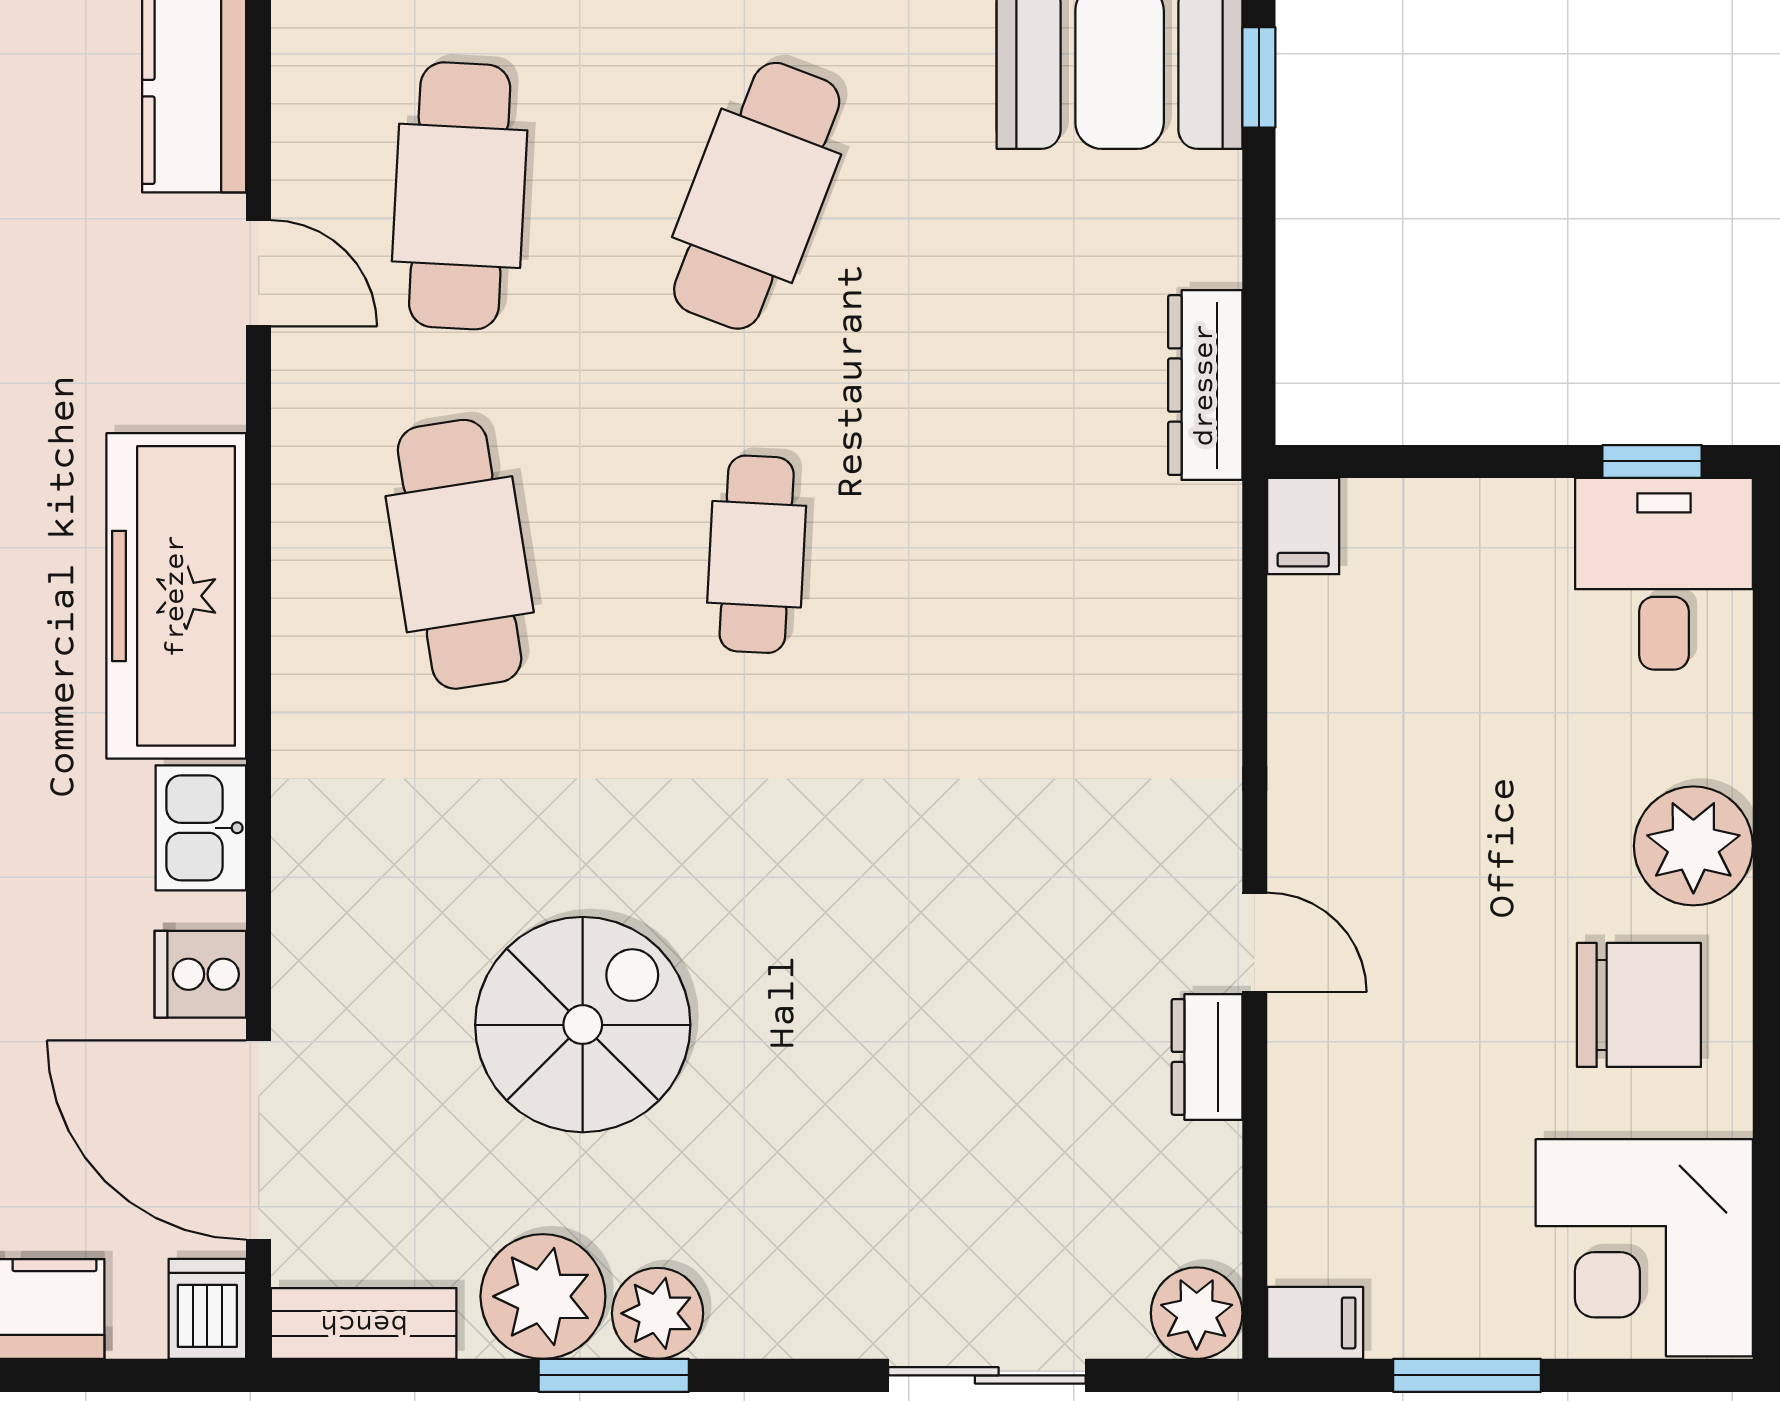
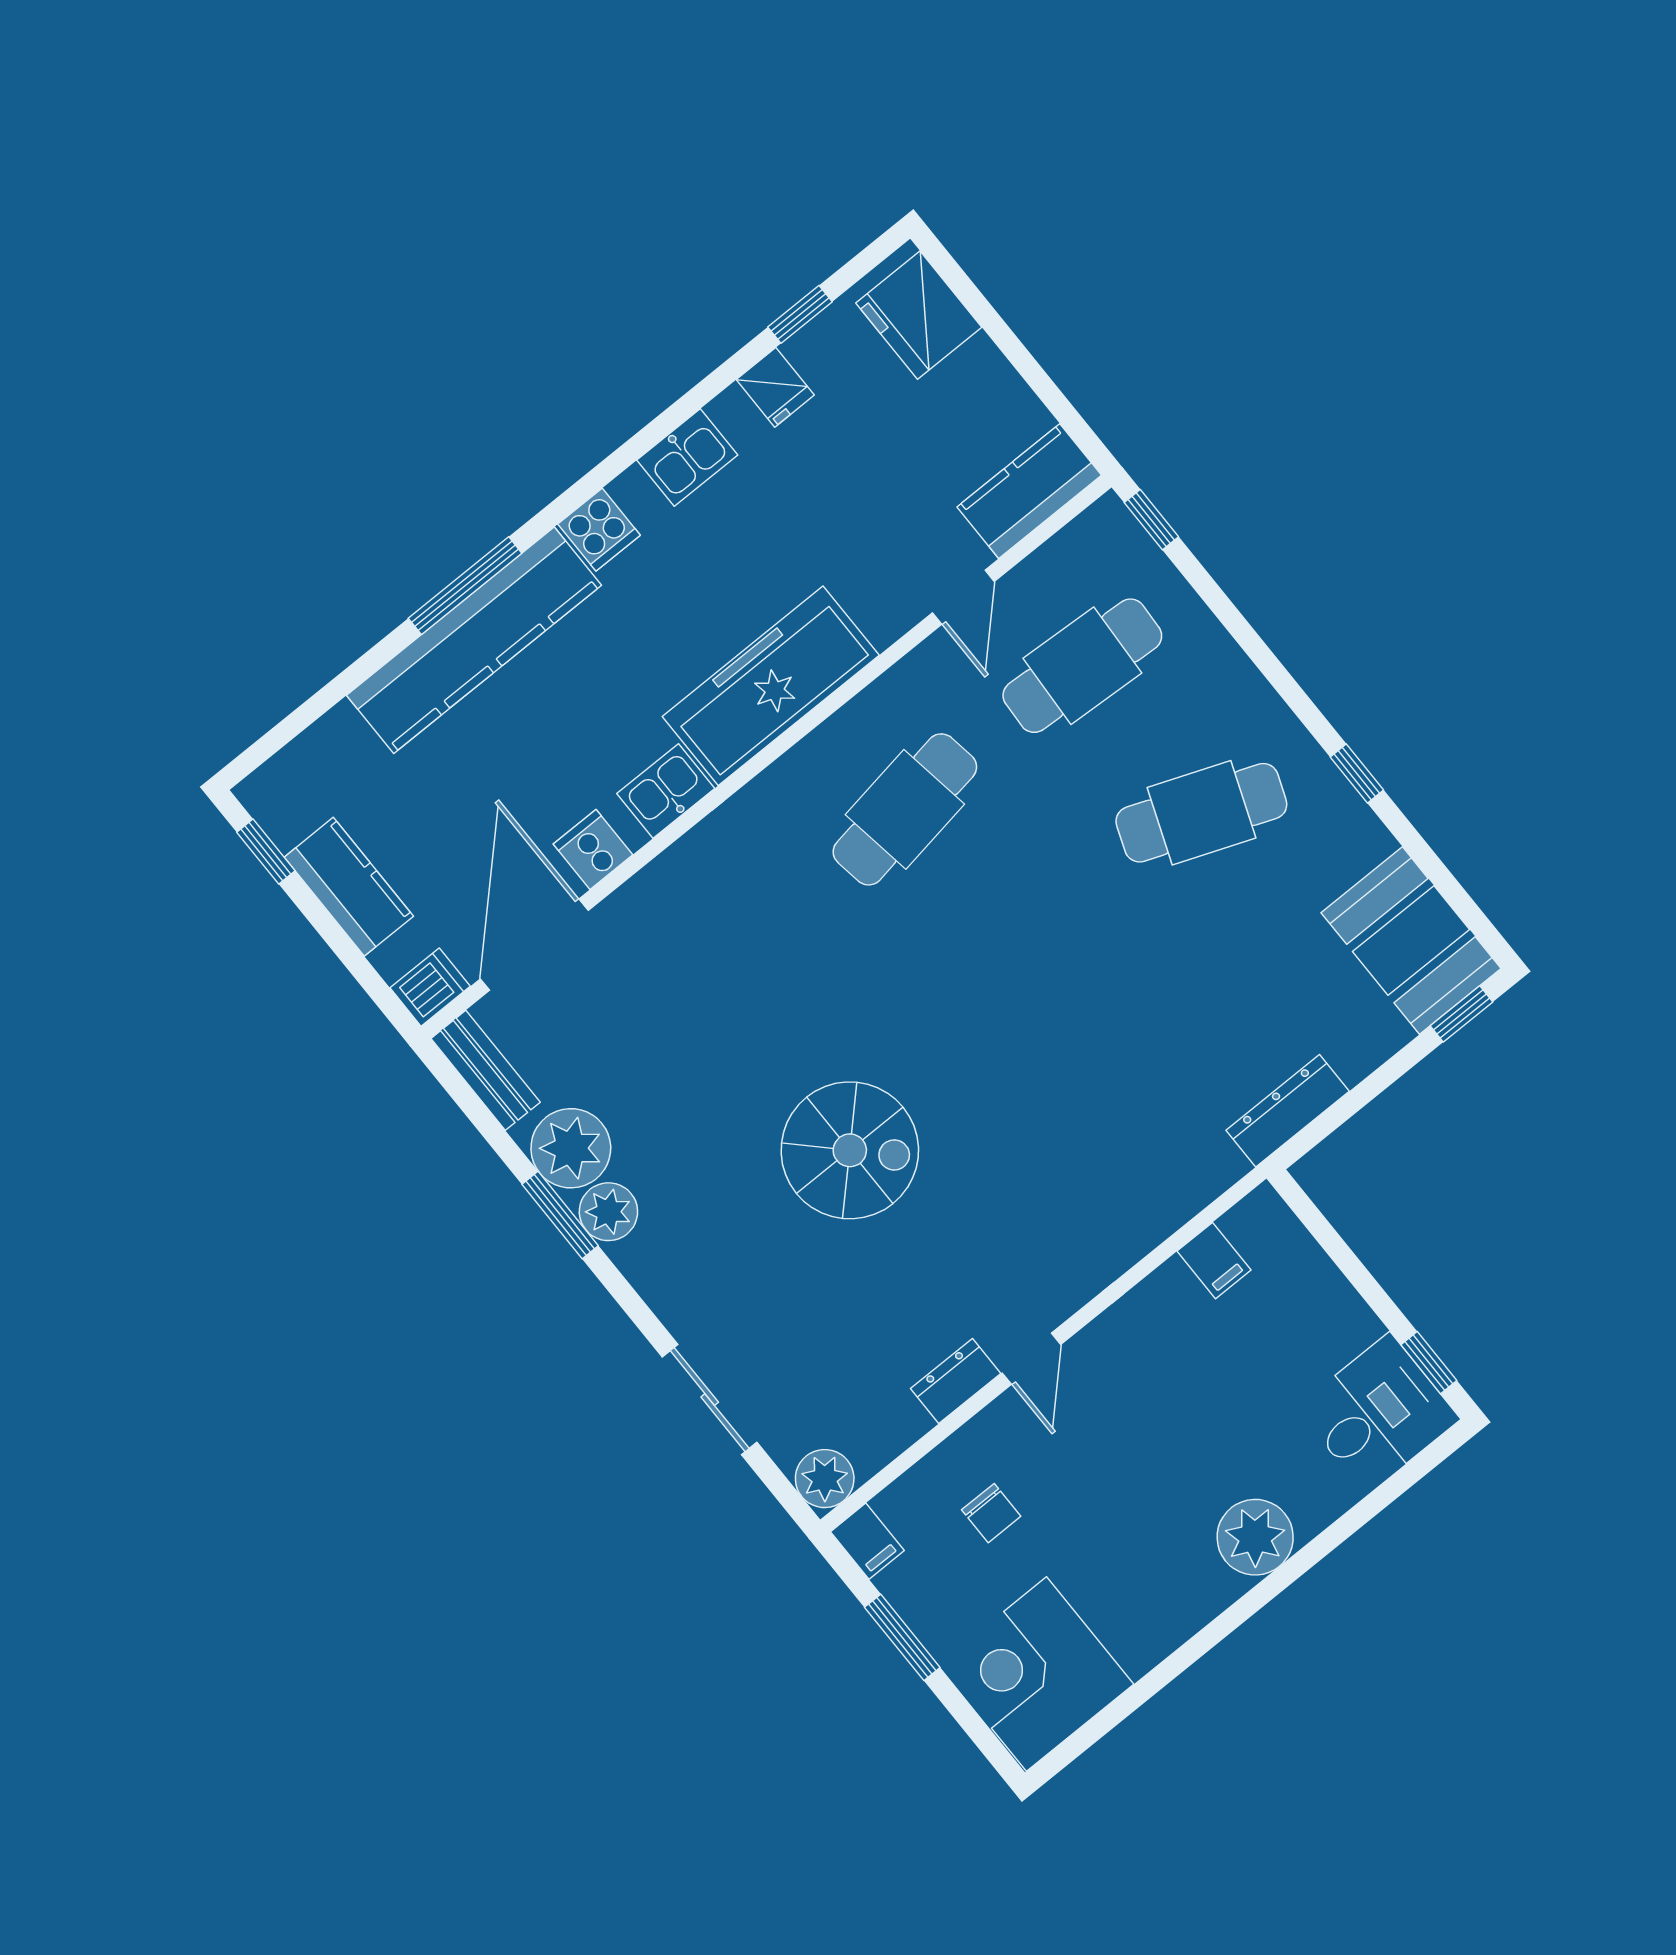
filing cabinet: (1303, 526) -> (1214, 1261), moved, turned -90
cafe table: (757, 554) -> (1024, 956), removed
chair: (1639, 1005) -> (991, 1513), moved, width x0.54, depth x0.54
spiral stairs: (583, 1025) -> (850, 1150), moved

